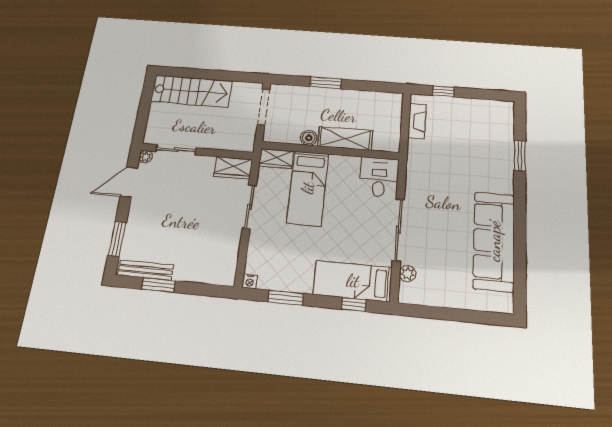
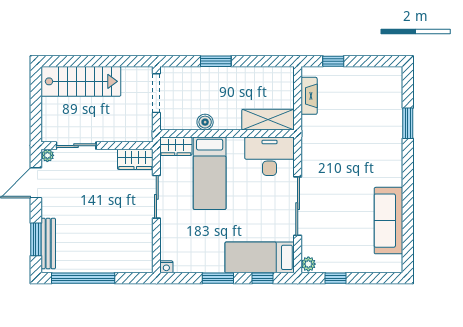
shelving: (345, 138) -> (268, 120), moved
desk: (379, 177) -> (270, 156), width x1.37
sofa: (494, 241) -> (388, 221), width x0.74, depth x0.79
bench: (146, 270) -> (48, 244), moved, turned 90
plant: (408, 274) -> (308, 264), moved
window: (158, 285) -> (83, 278), width x2.11
window: (286, 298) -> (218, 278), moved
window: (436, 313) -> (336, 278), added

